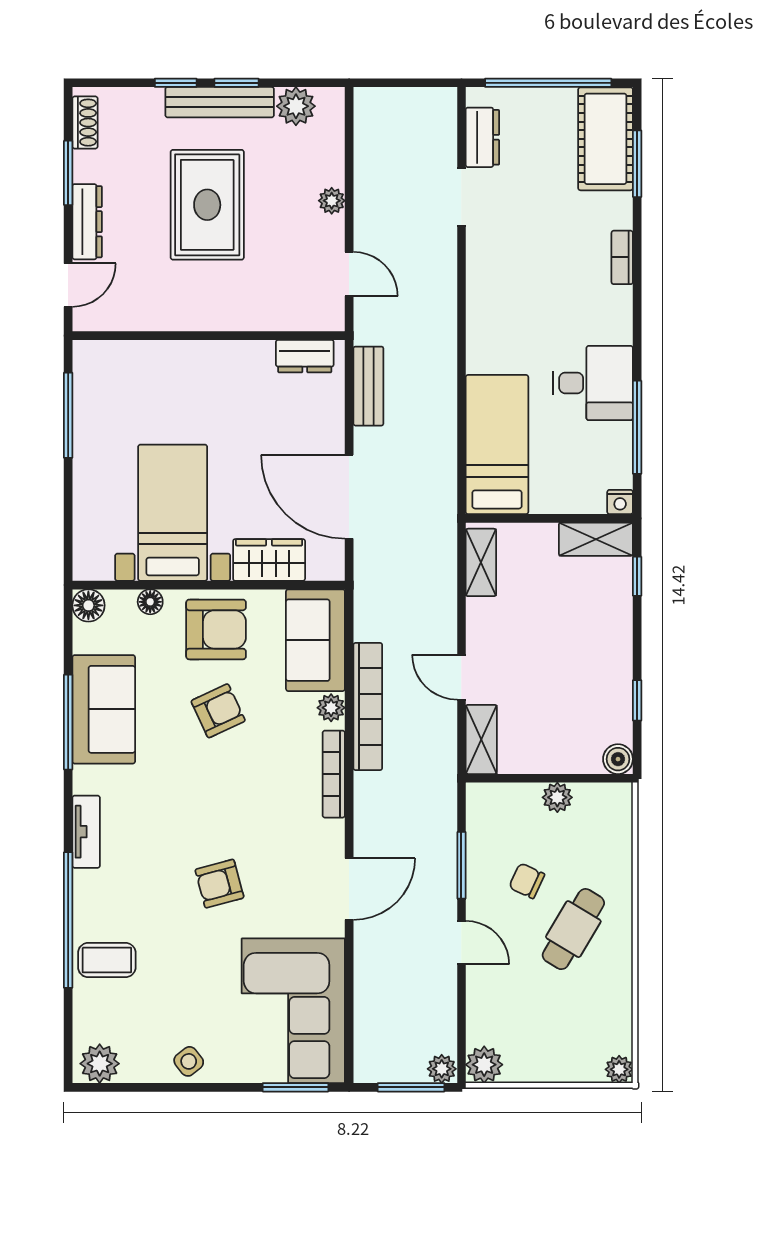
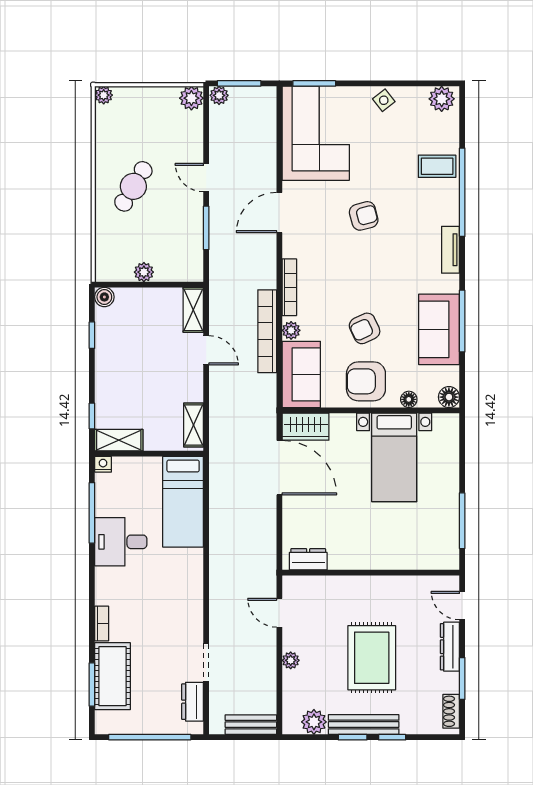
cot: (606, 139) -> (112, 676), moved
door: (68, 285) -> (462, 606), hinge flipped
bench: (368, 386) -> (251, 725), moved, turned 90
wardrobe: (269, 560) -> (306, 427), moved
chair: (527, 881) -> (164, 218), removed

